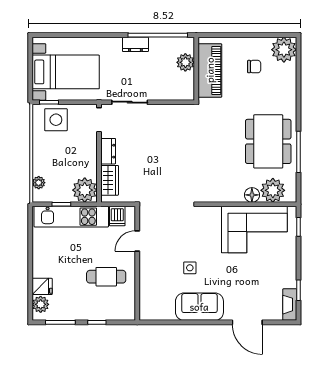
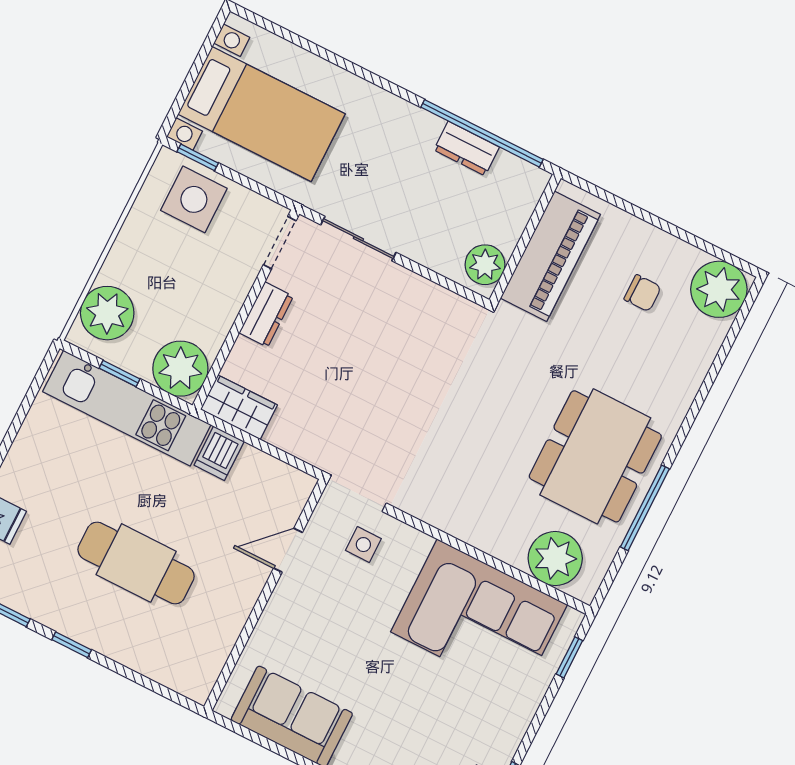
dresser: (135, 44) -> (467, 149), moved
plant: (185, 62) -> (485, 265), moved
wardrobe: (110, 180) -> (239, 407), moved, turned -90
plant: (39, 183) -> (107, 313), width x1.87, depth x1.87
floor lamp: (252, 195) -> (509, 547), removed
door: (137, 241) -> (288, 550), moved
wall: (137, 263) -> (265, 595), moved
side table: (190, 268) -> (363, 545), moved
cafe table: (106, 277) -> (136, 563), width x1.37, depth x1.35

